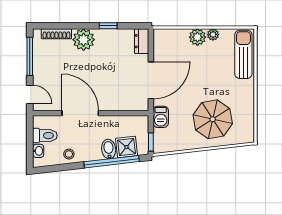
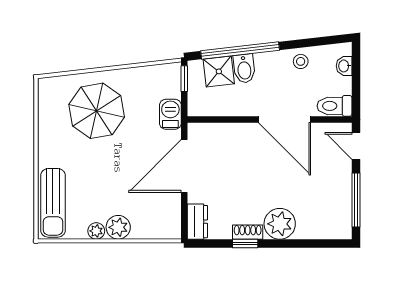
shoe rack: (56, 34) -> (248, 232), moved, width x0.70
toilet: (45, 136) -> (335, 106), moved

